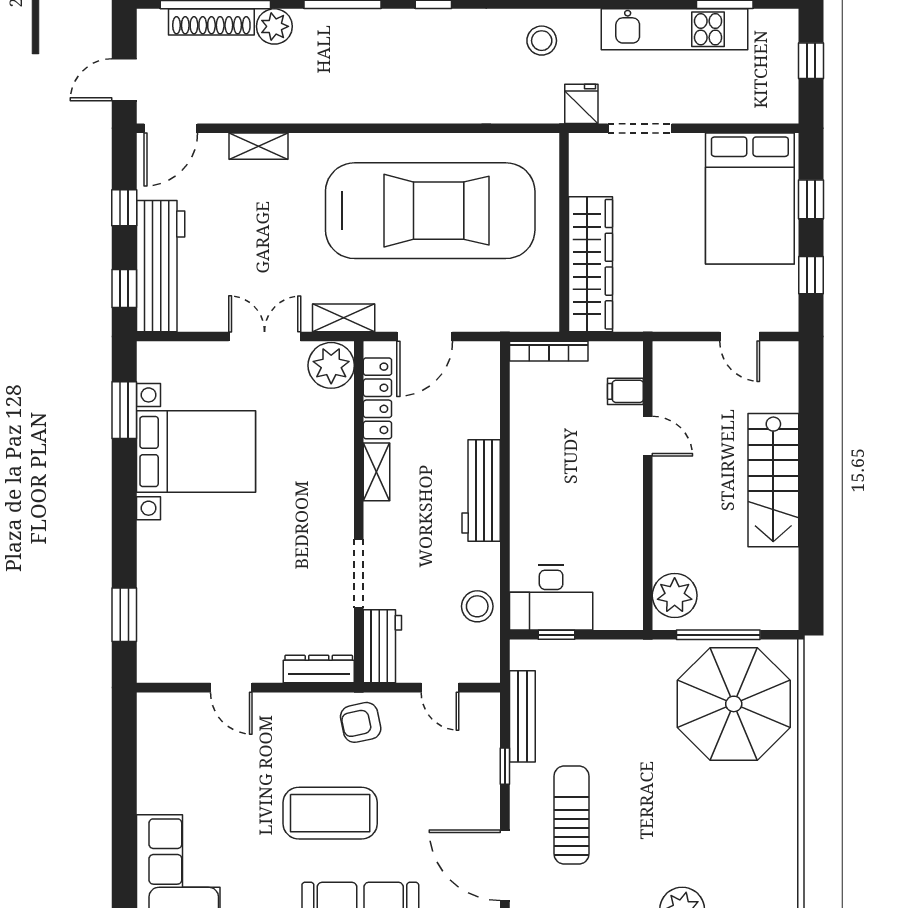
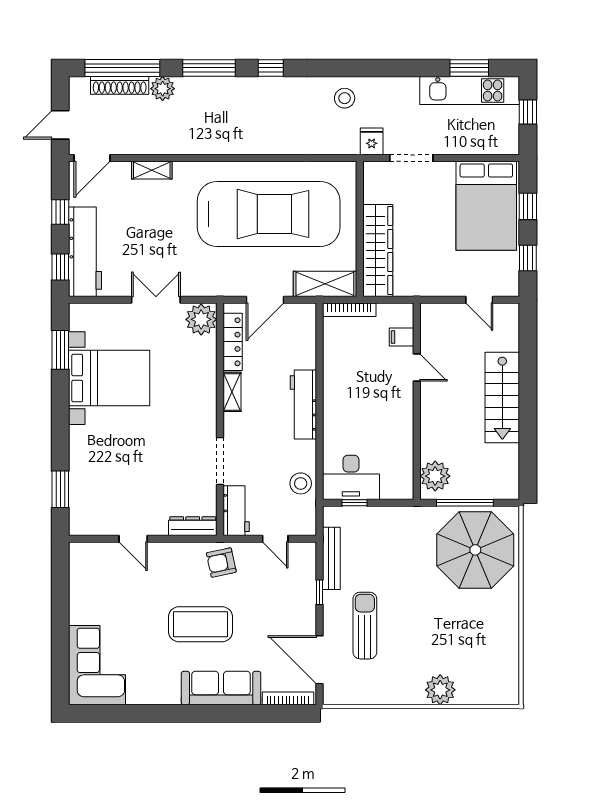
kitchen unit: (674, 29) -> (470, 90), moved
shelving: (344, 318) -> (325, 284), moved, width x1.50, depth x1.33

